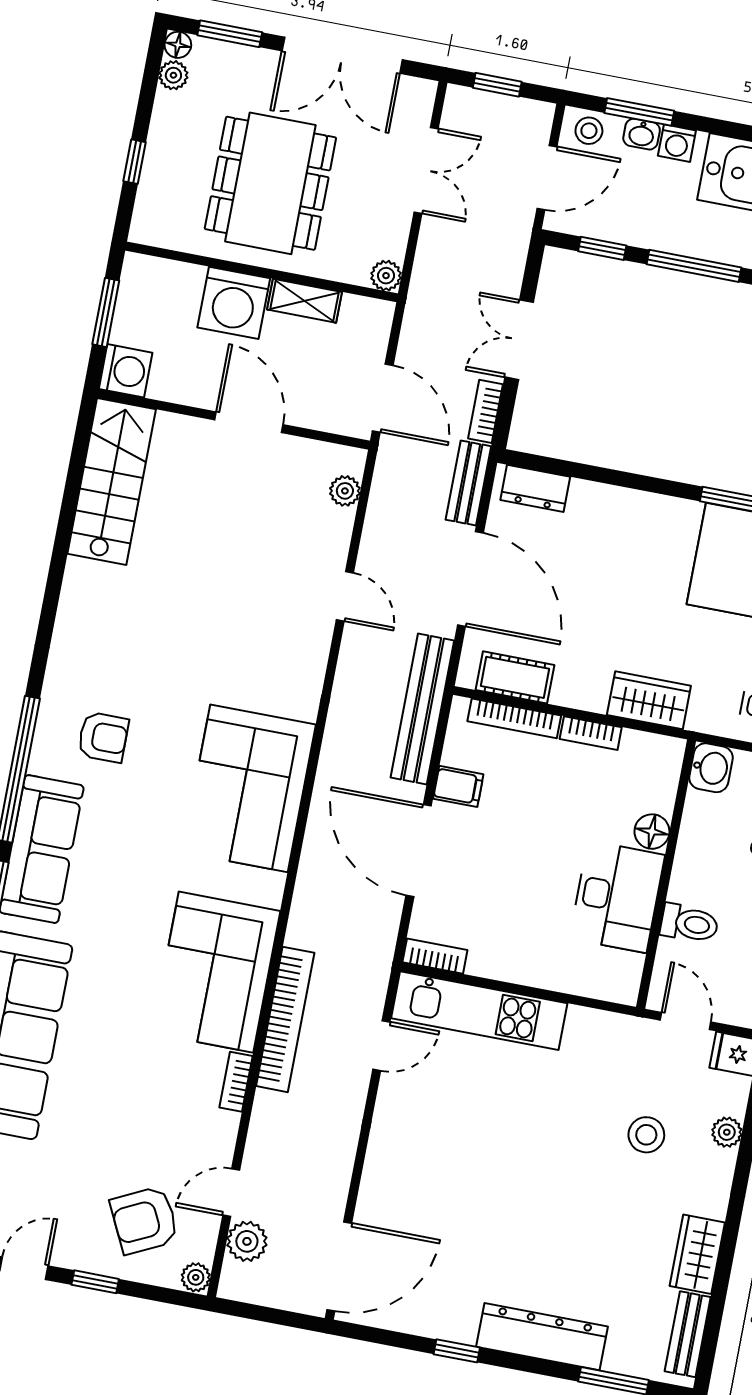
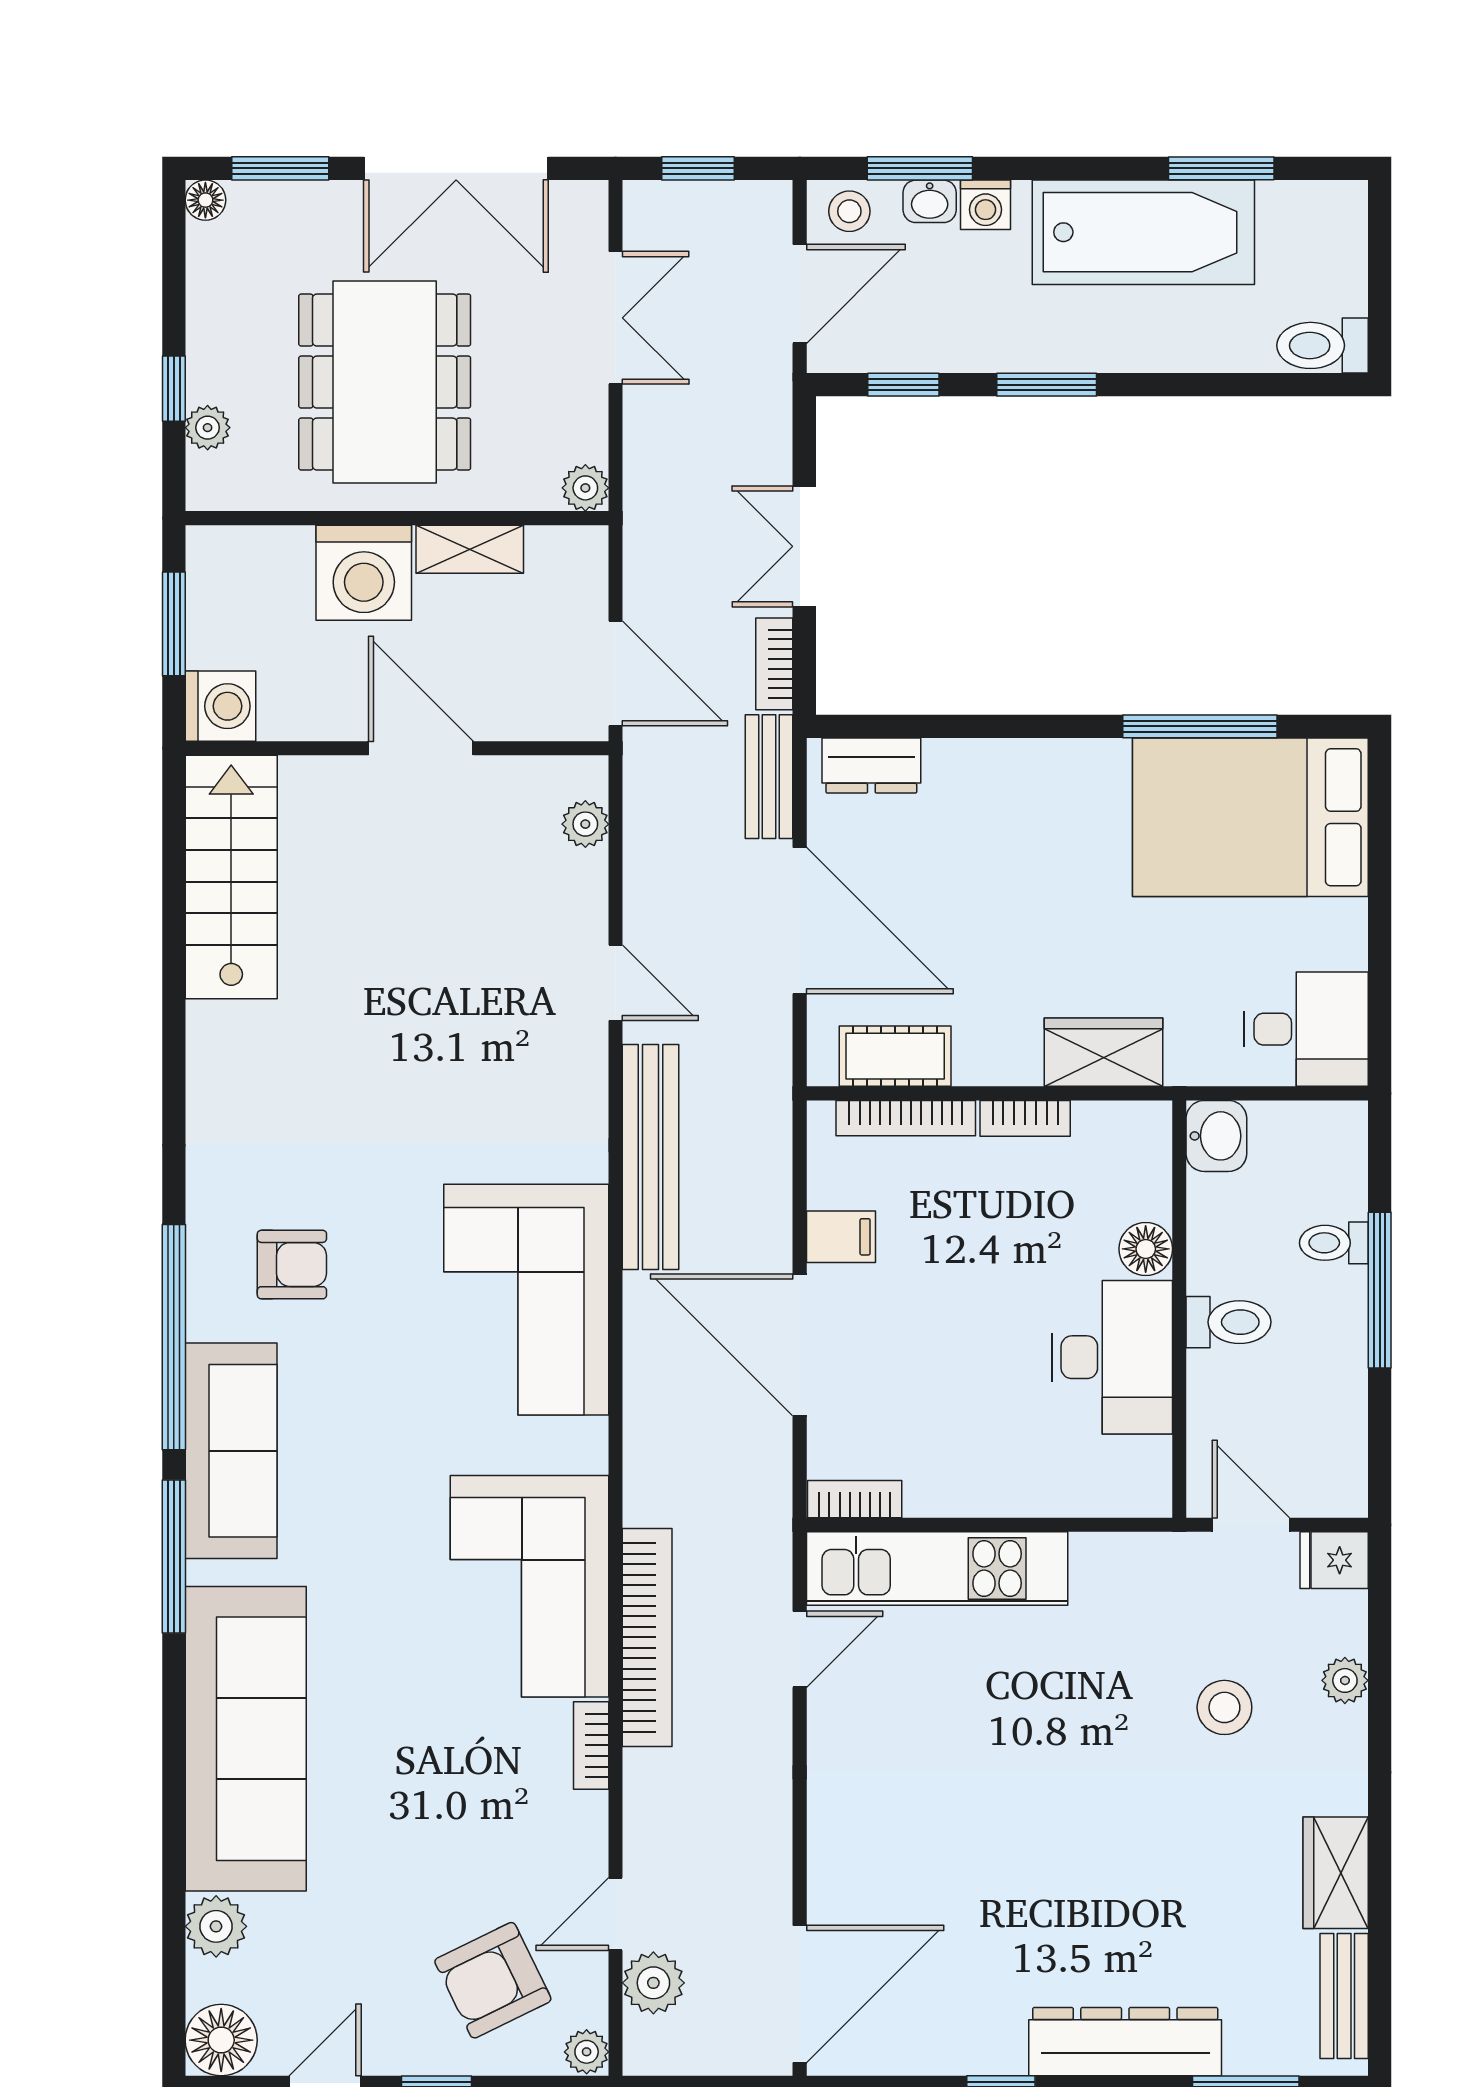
plant: (173, 75) -> (208, 428), moved
window: (694, 266) -> (1047, 385), width x0.69
bench: (422, 709) -> (651, 1157), moved
toilet: (689, 923) -> (1229, 1322), moved

